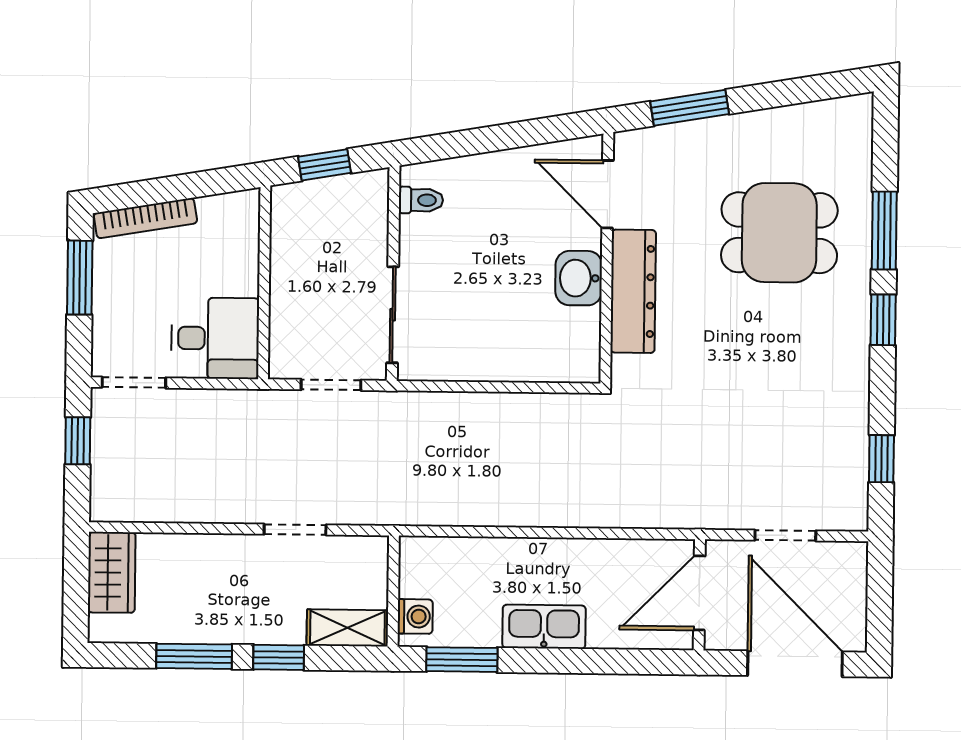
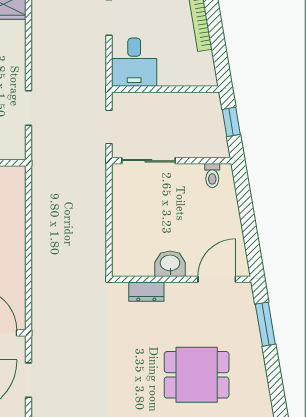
dining table: (779, 233) -> (197, 375), turned 90
dresser: (633, 291) -> (146, 292), width x0.51, depth x0.80

